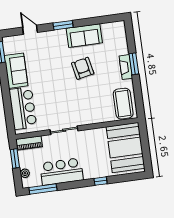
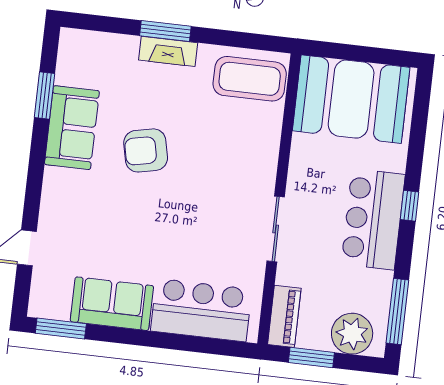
window: (63, 25) -> (45, 96), moved
bar counter: (62, 172) -> (373, 219), moved
plant: (25, 173) -> (352, 334), width x1.88, depth x1.88
window: (101, 181) -> (410, 206), moved

